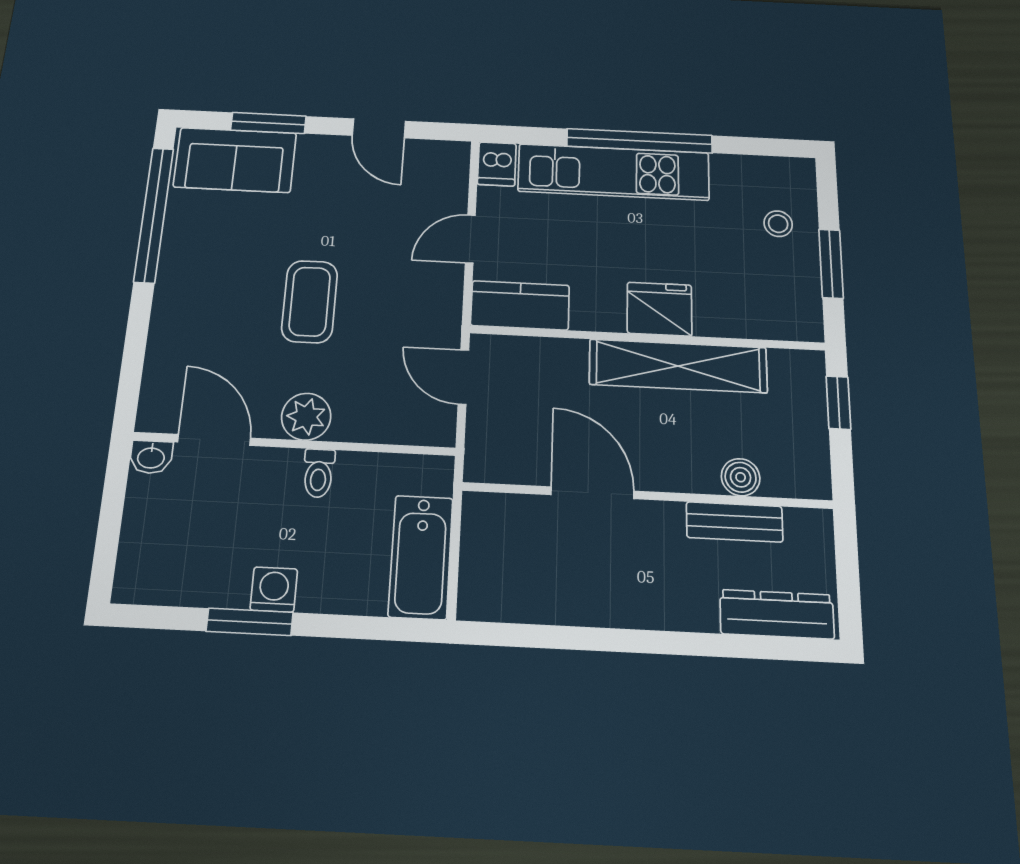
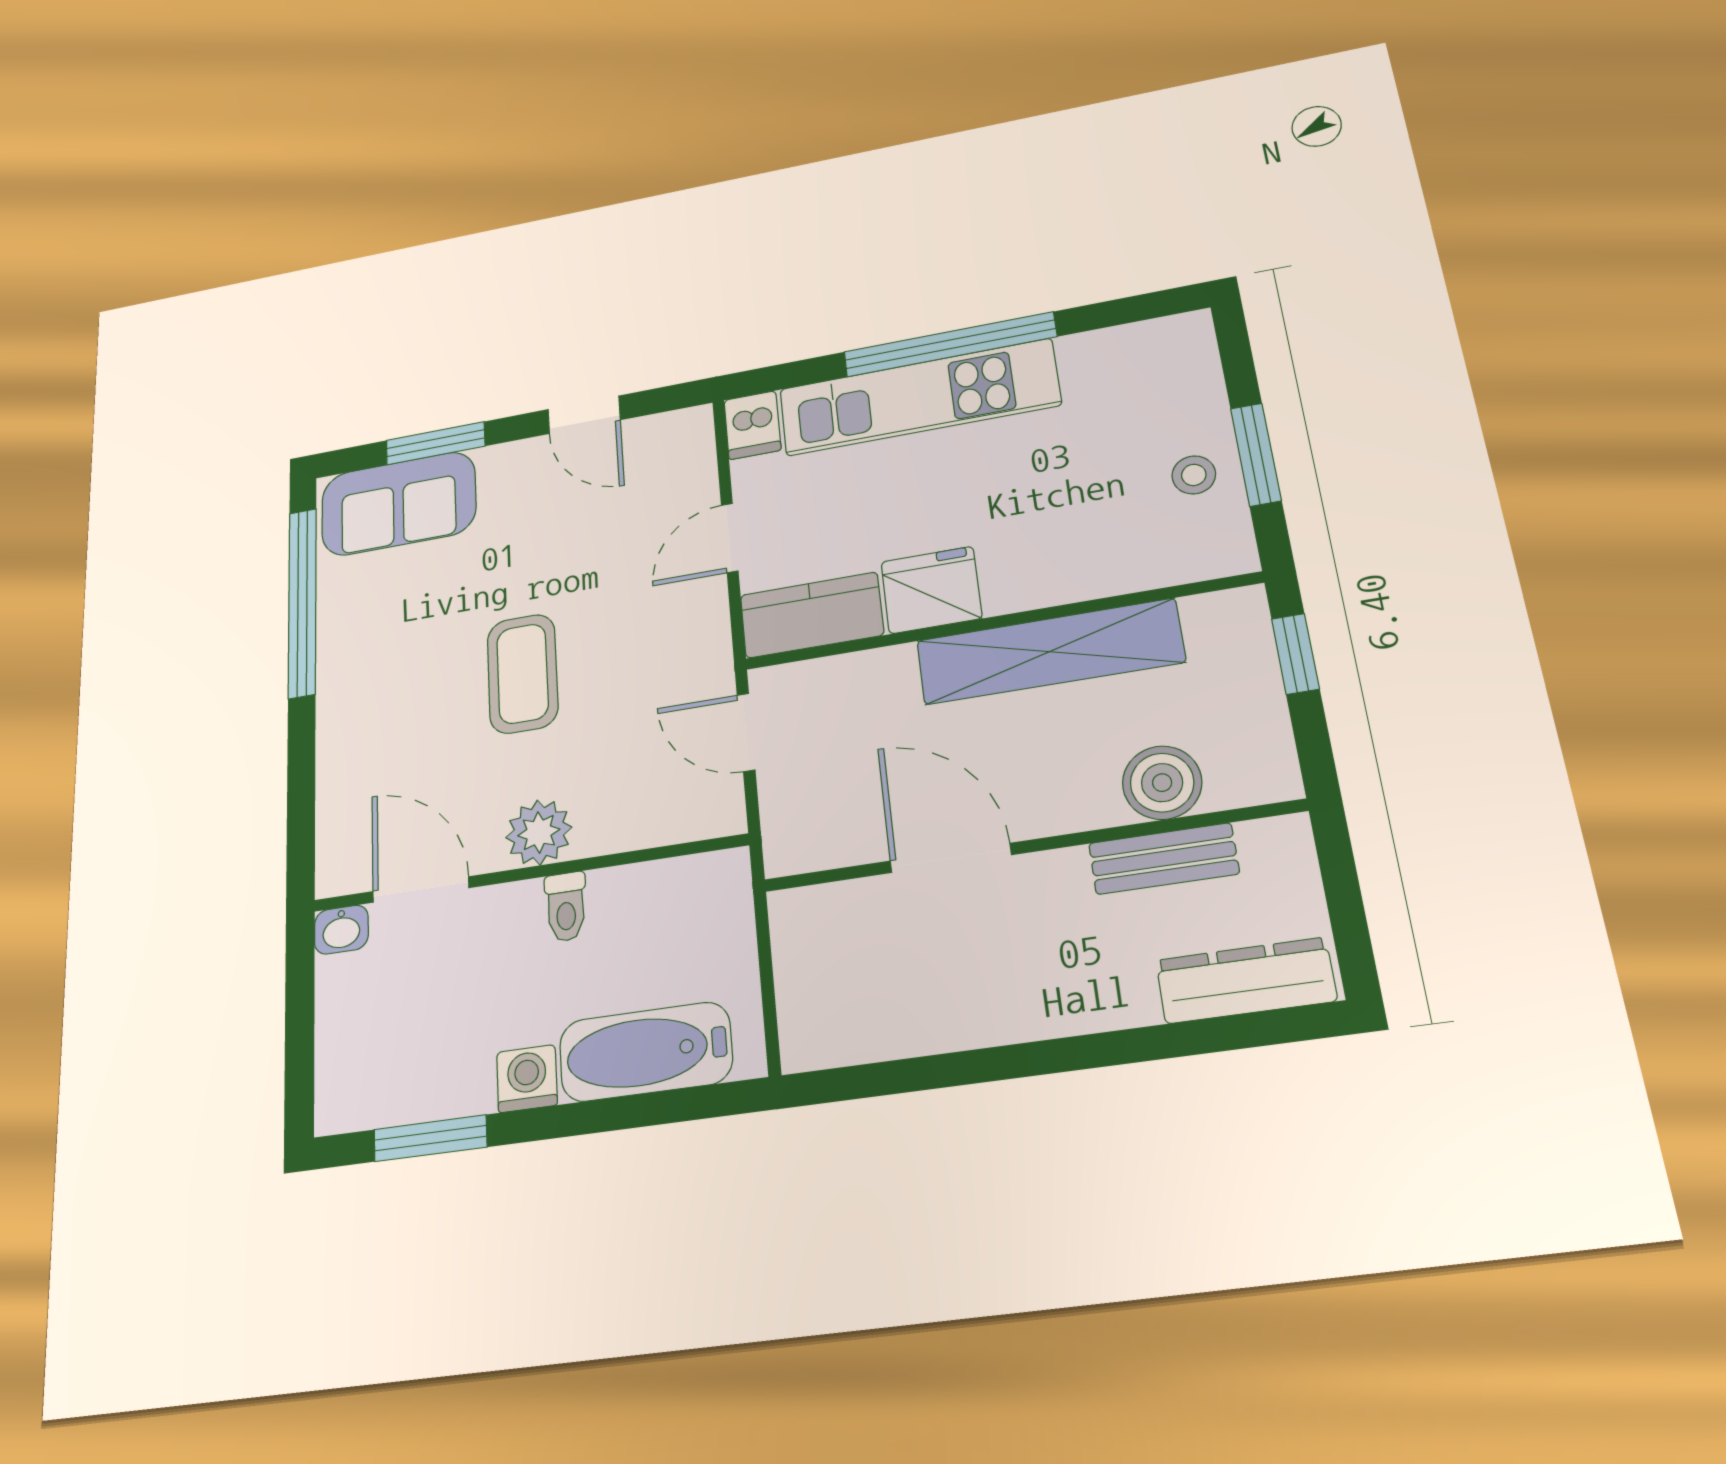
stool: (778, 224) -> (1194, 475), moved
fridge: (659, 309) -> (931, 590), moved
boiler: (741, 477) -> (1162, 783), width x1.36, depth x1.36
bathtub: (421, 557) -> (645, 1052), moved, turned 90
window: (250, 622) -> (430, 1138), moved

